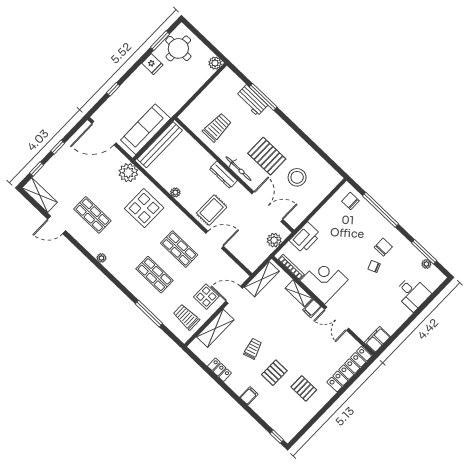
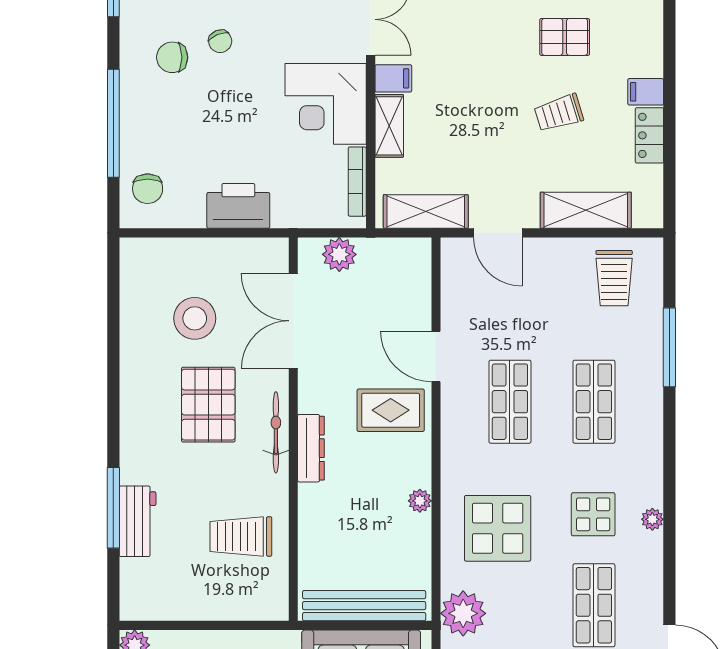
printer: (305, 238) -> (238, 206), moved
display table: (206, 297) -> (593, 514), moved
filing cabinet: (249, 396) -> (646, 92), moved

